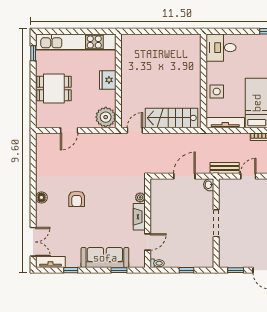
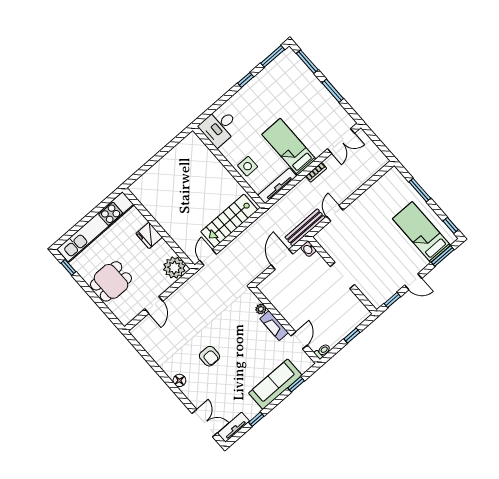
bench: (225, 168) -> (305, 227), width x1.36

